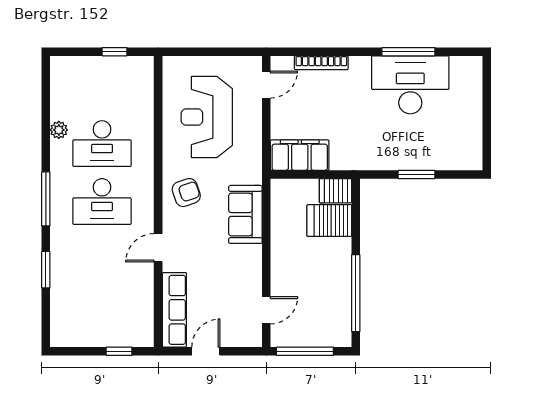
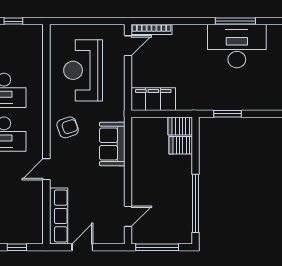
bookcase: (321, 63) -> (152, 29), moved
window: (417, 174) -> (228, 114), moved
server rack: (329, 221) -> (181, 145), width x0.73, depth x0.70

